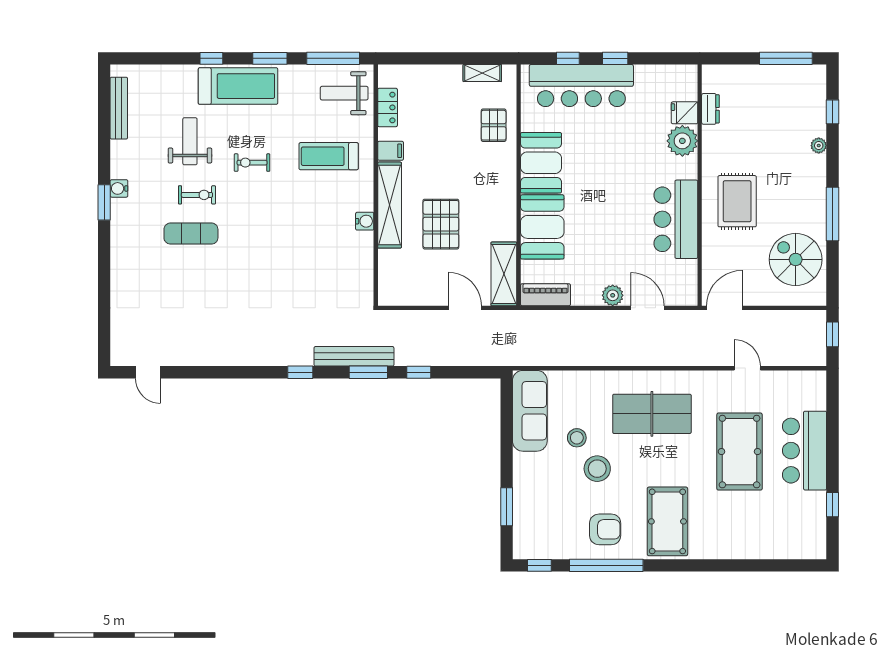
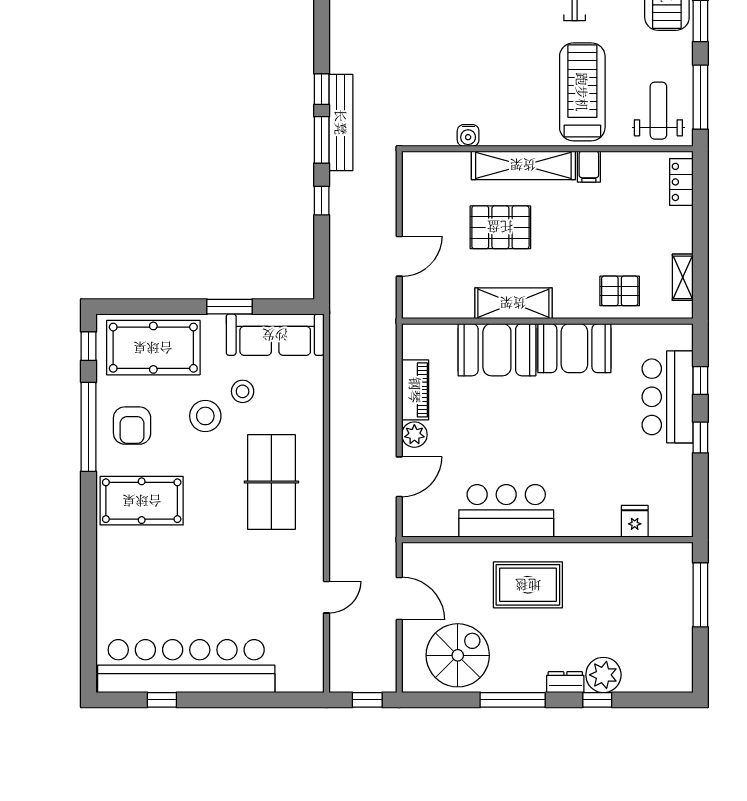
window: (786, 58) -> (700, 595), moved
bar counter: (581, 86) -> (668, 397), width x0.73
locker: (388, 107) -> (681, 182), moved, turned 90
dresser: (710, 109) -> (565, 682), moved, turned 180
window: (833, 112) -> (597, 700), moved
plant: (682, 141) -> (601, 519), removed
plant: (819, 146) -> (603, 675), width x1.88, depth x1.88
treadmill: (329, 156) -> (582, 92), width x1.37, depth x1.38
water cooler: (365, 221) -> (468, 135), moved
shelving: (504, 274) -> (513, 303), moved
piano: (545, 295) -> (415, 390), moved
door: (724, 308) -> (399, 599), moved
window: (300, 372) -> (322, 89), moved
bar counter: (805, 451) -> (186, 666), width x1.86
pool table: (740, 452) -> (153, 348), moved
window: (507, 507) -> (230, 307), moved

